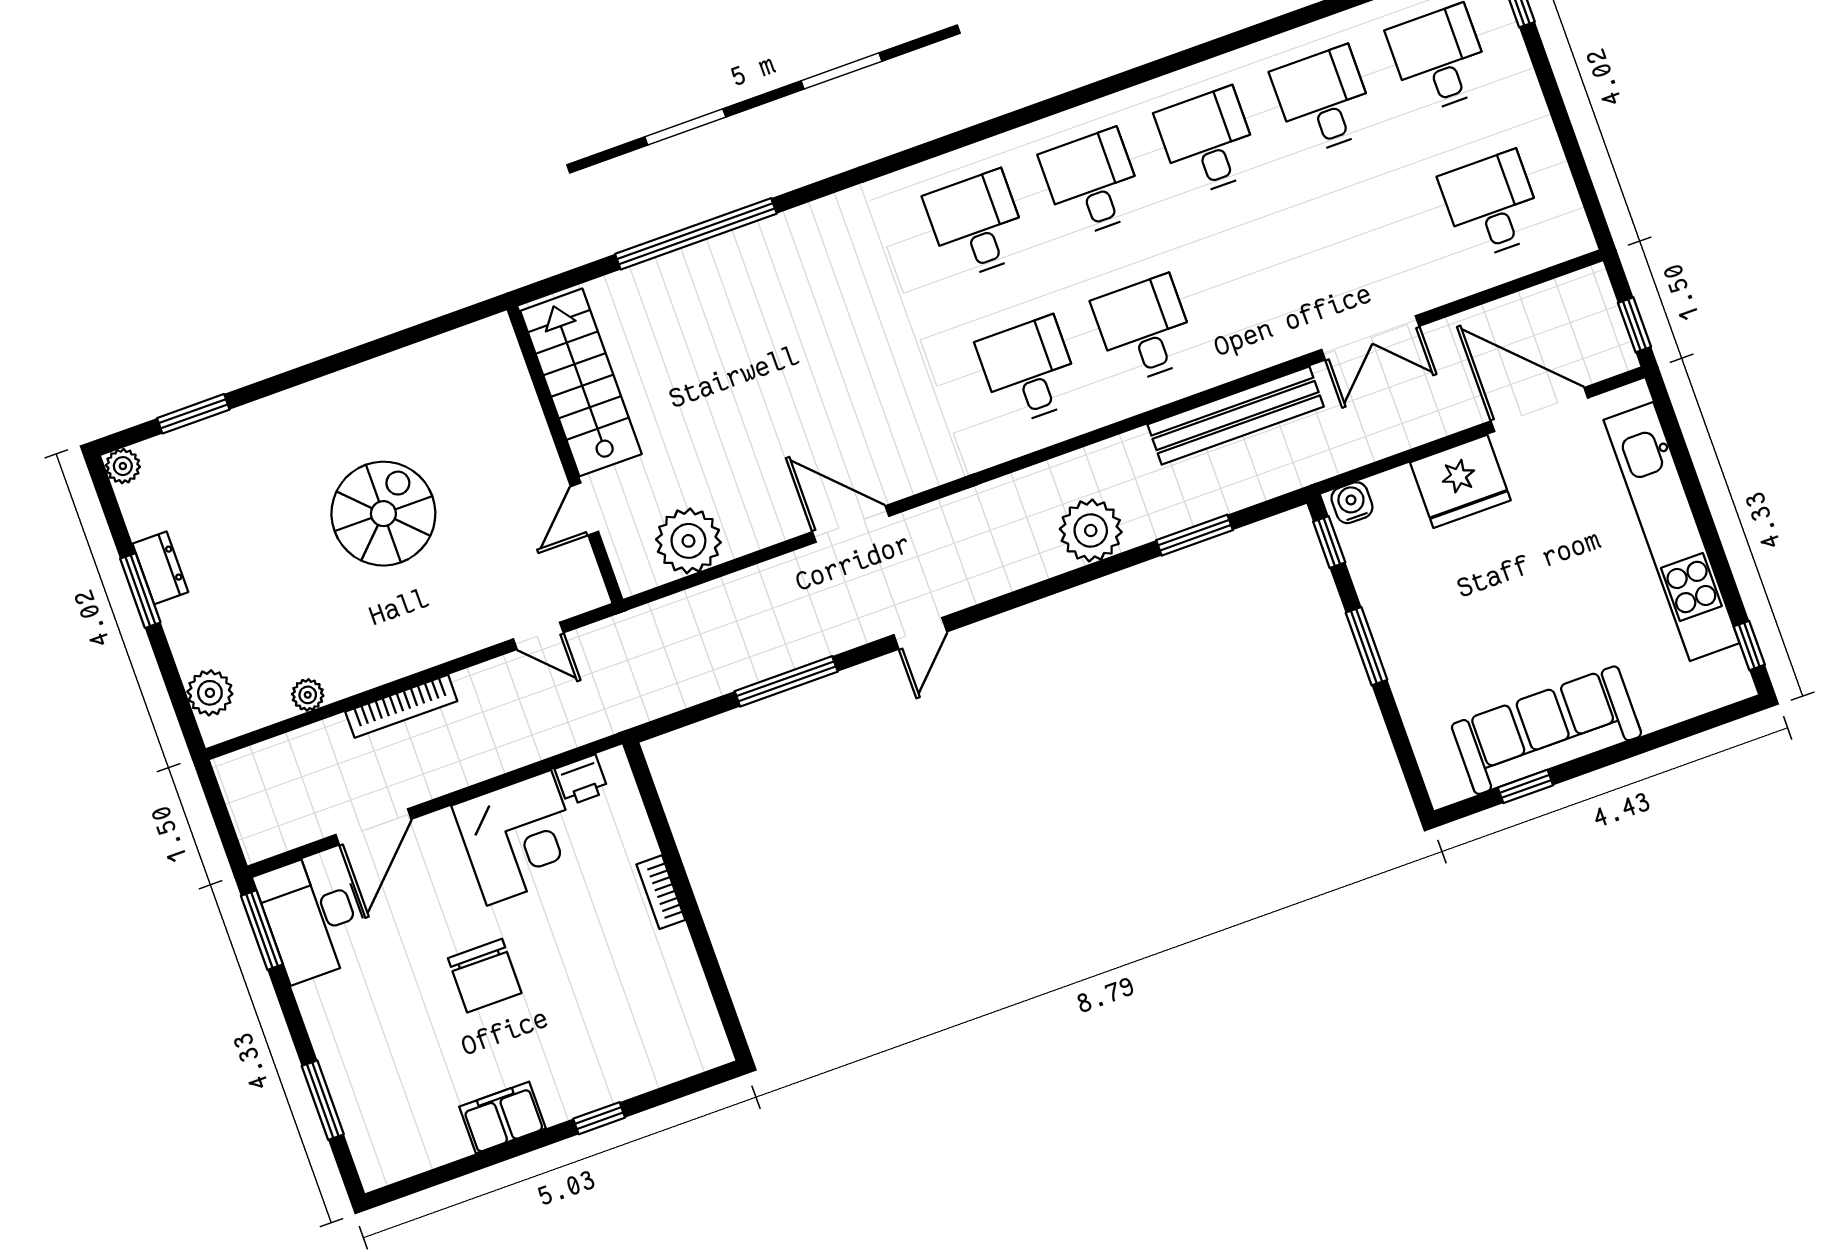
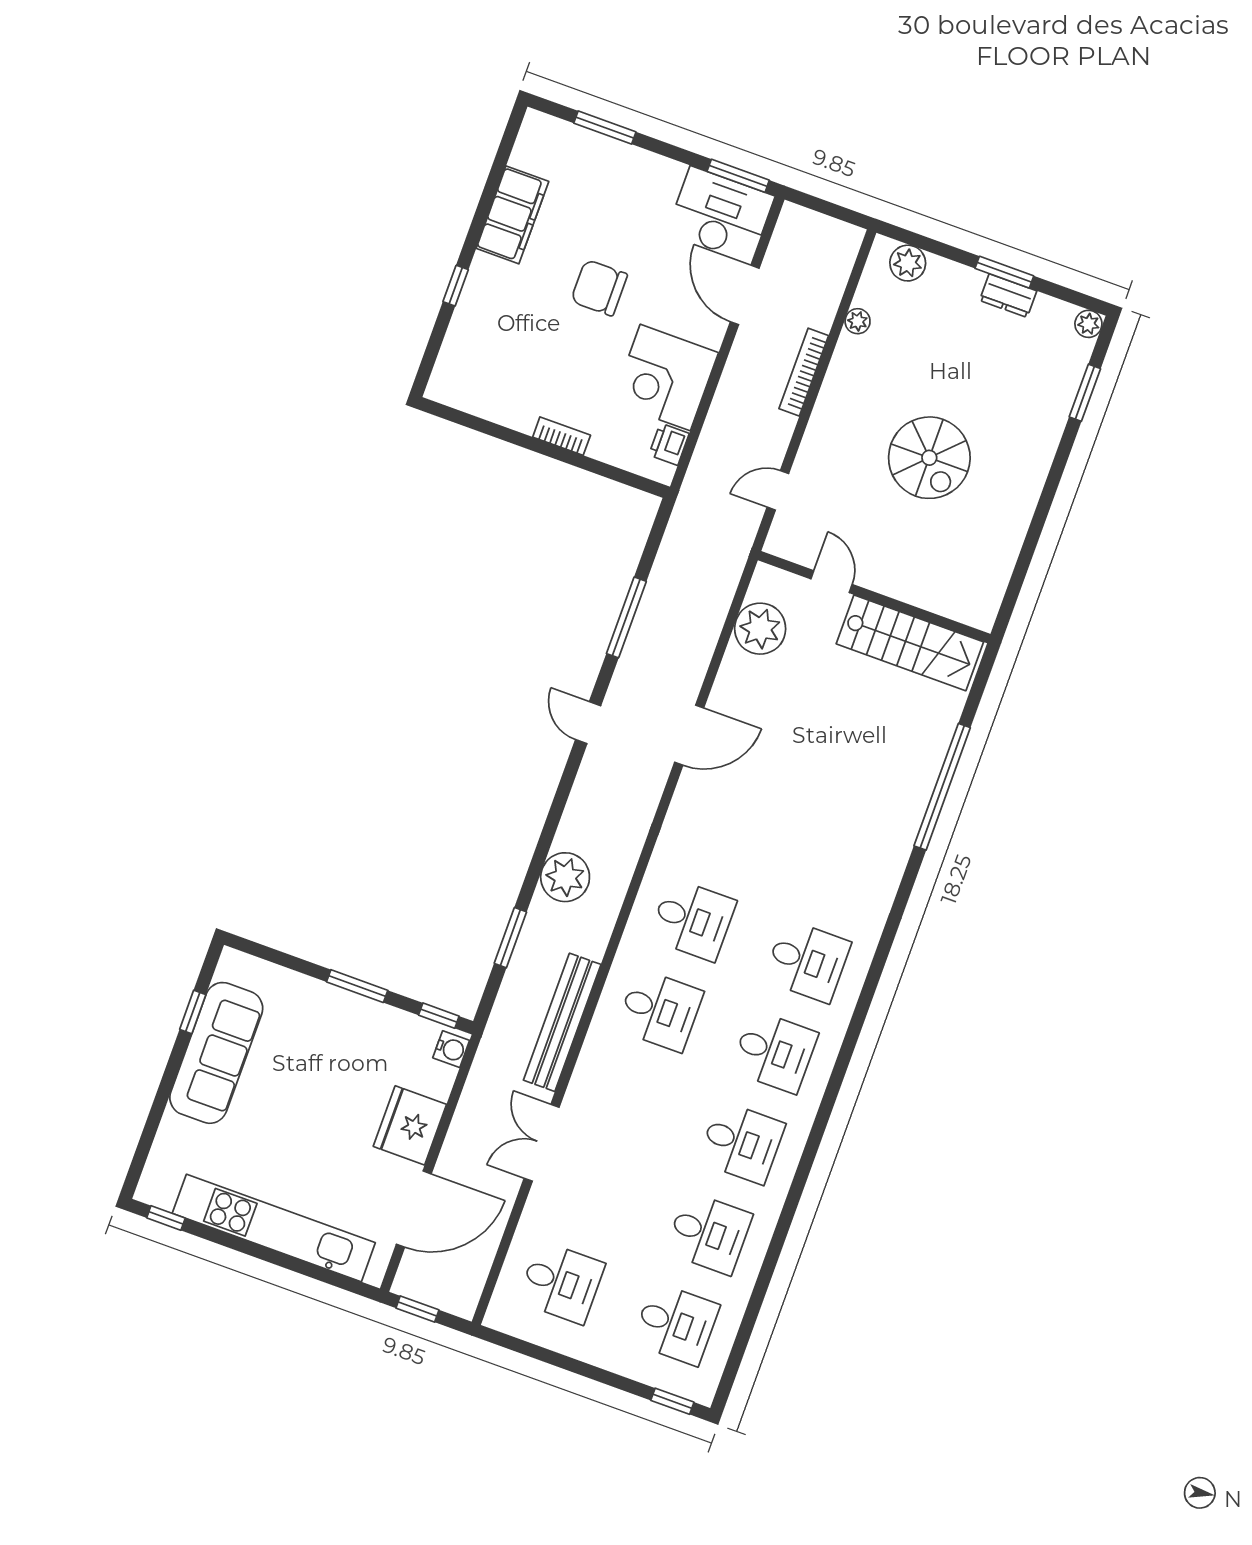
filing cabinet: (503, 1118) -> (512, 215), width x1.50, depth x1.17

